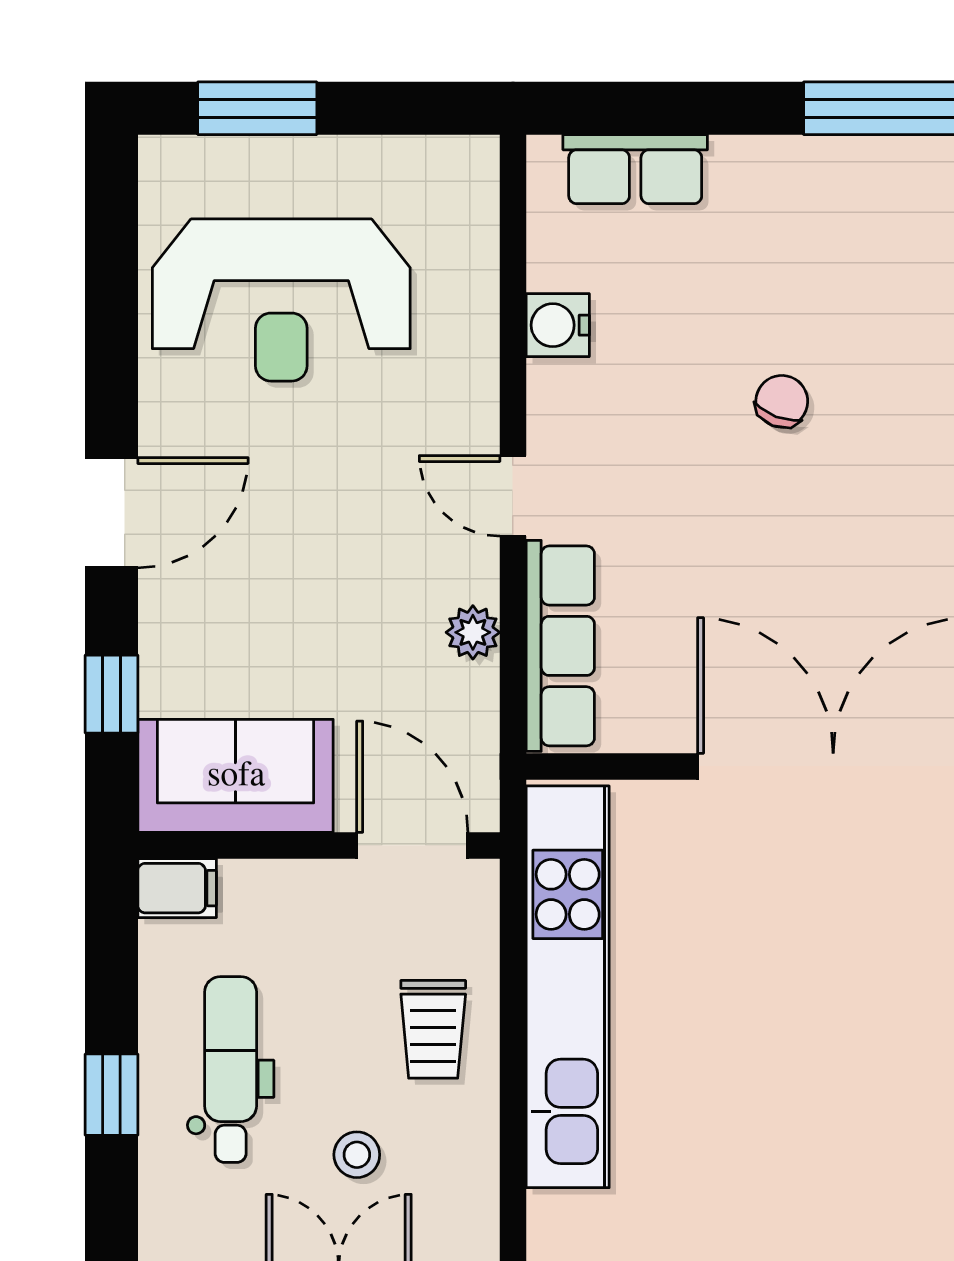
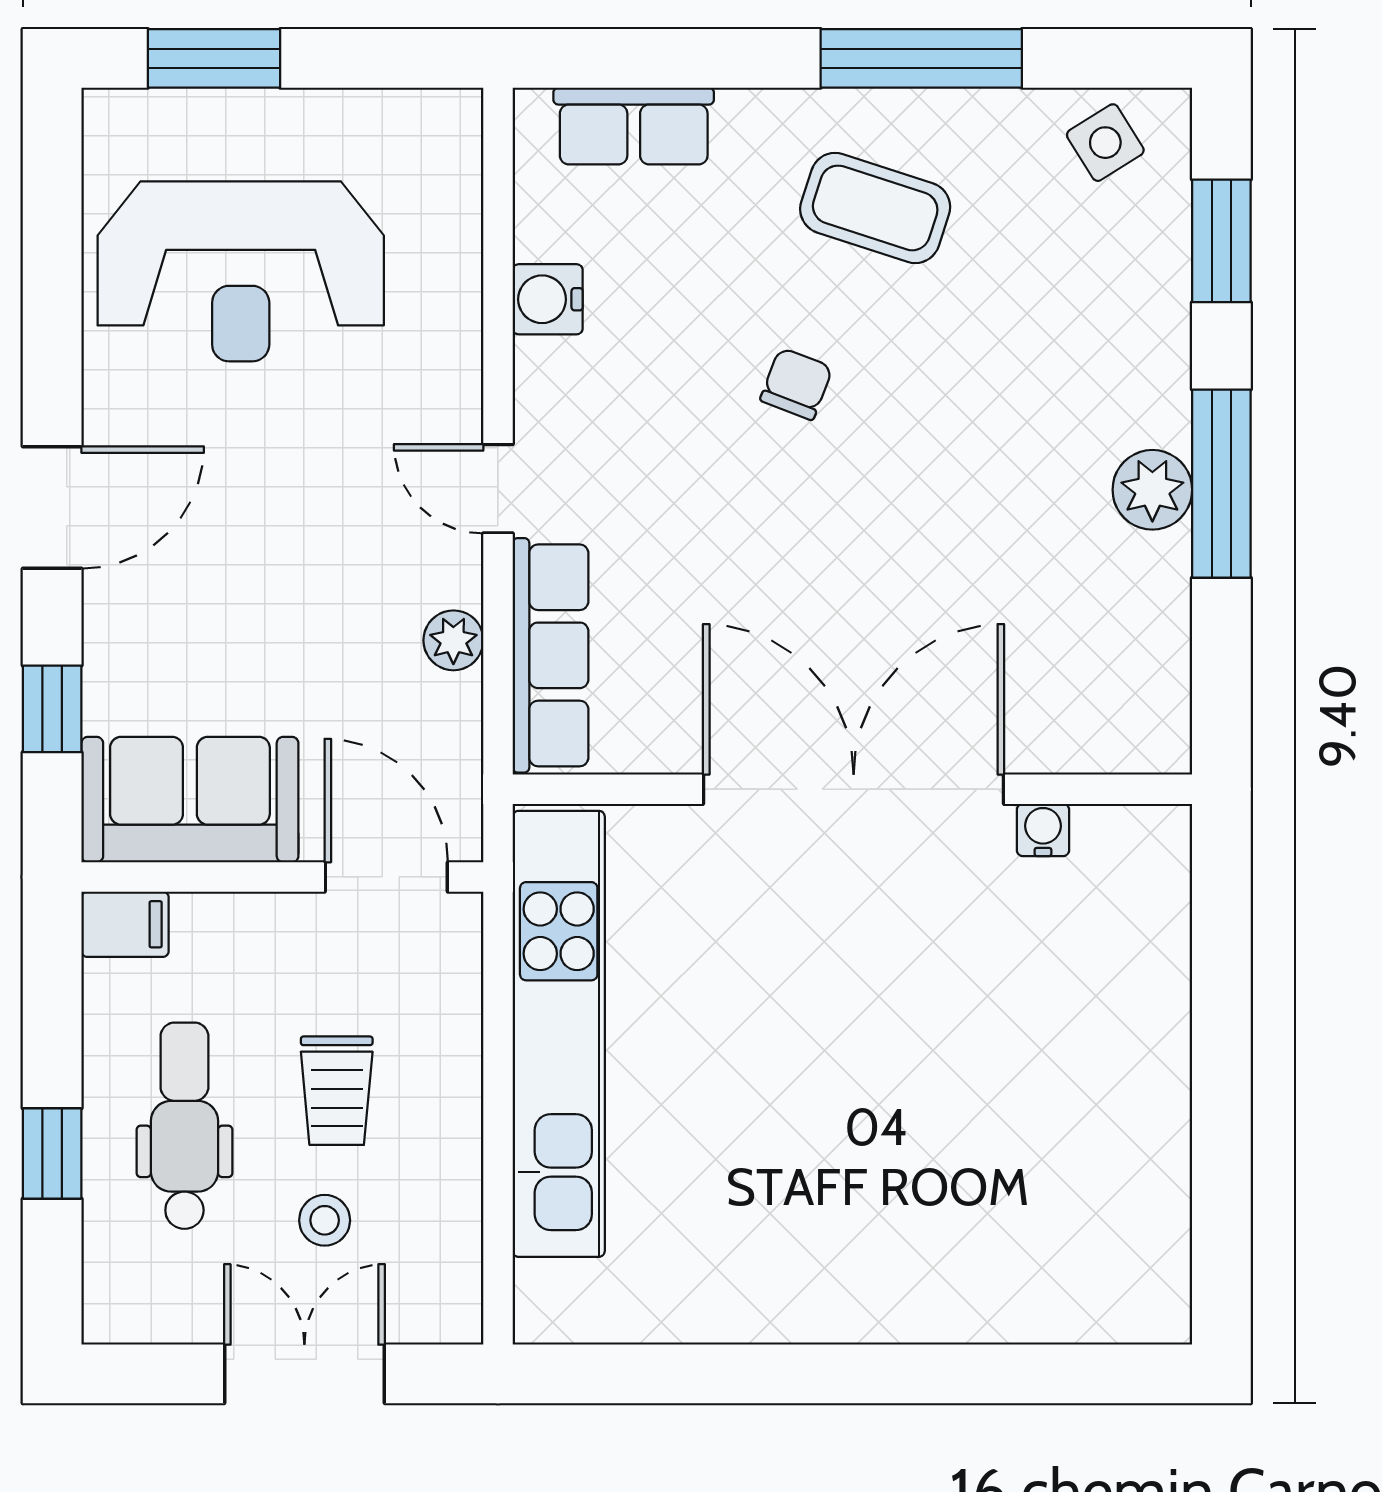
coffee table: (853, 243) -> (875, 208), added
trolley: (433, 1029) -> (337, 1091), moved

